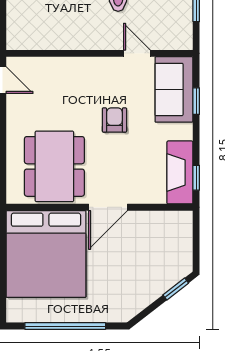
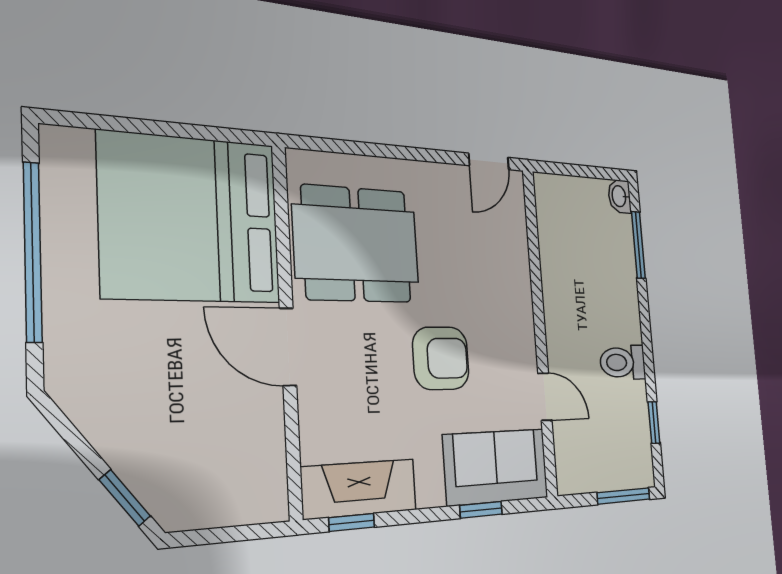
door: (137, 53) -> (545, 397), hinge flipped
armchair: (114, 120) -> (441, 358), width x1.38, depth x1.38

